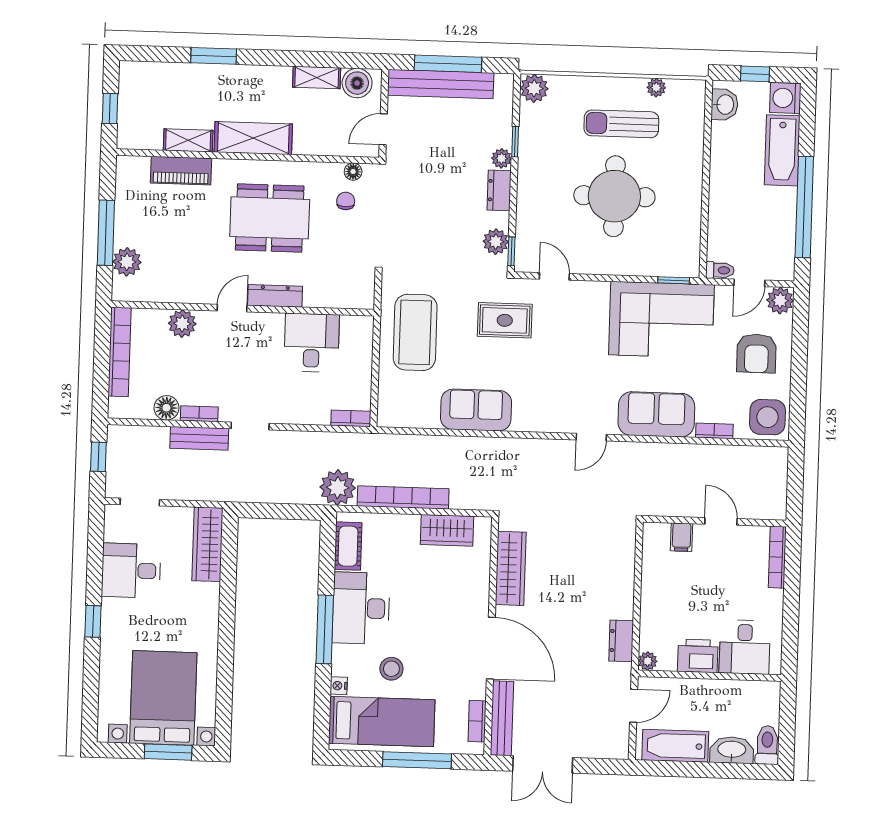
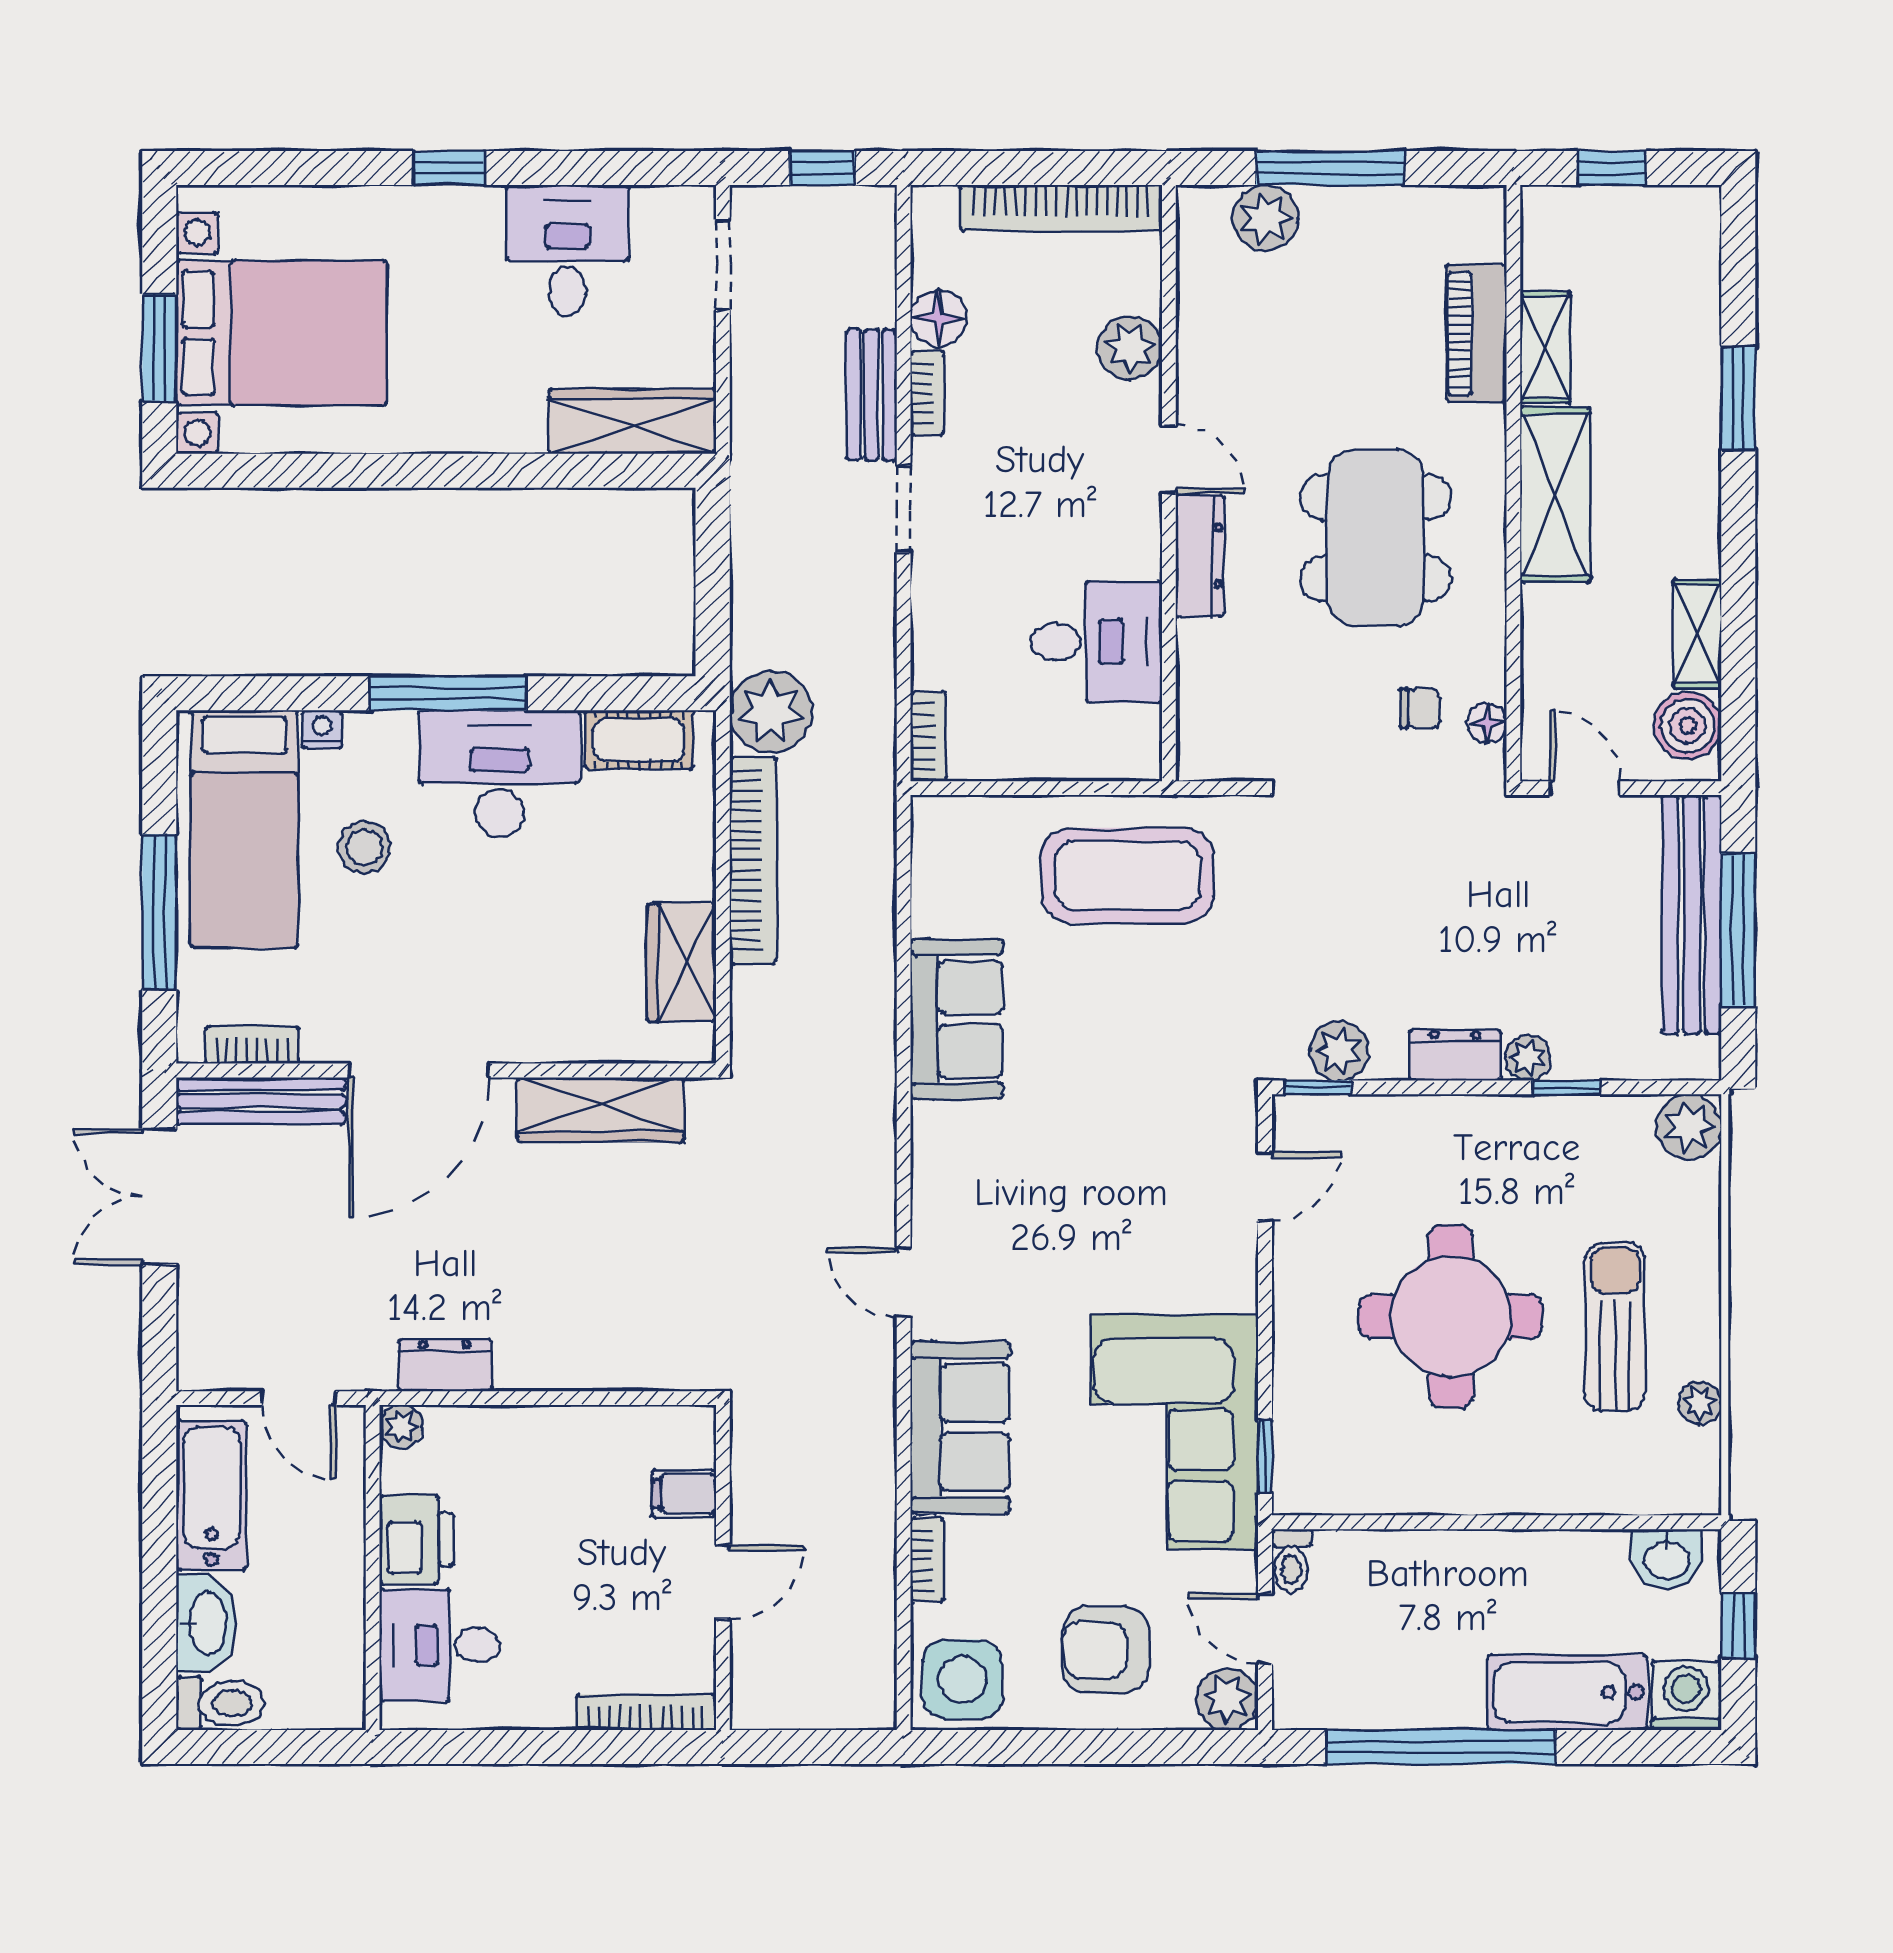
rug: (505, 320) -> (1162, 1077), removed

